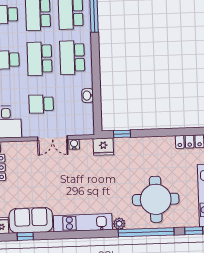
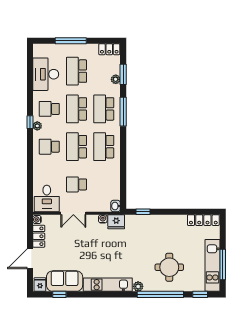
washbasin: (88, 96) -> (116, 206), moved
double door: (52, 138) -> (73, 213), moved
fridge: (103, 147) -> (116, 222), moved
round table: (156, 199) -> (169, 267), width x0.73, depth x0.73

